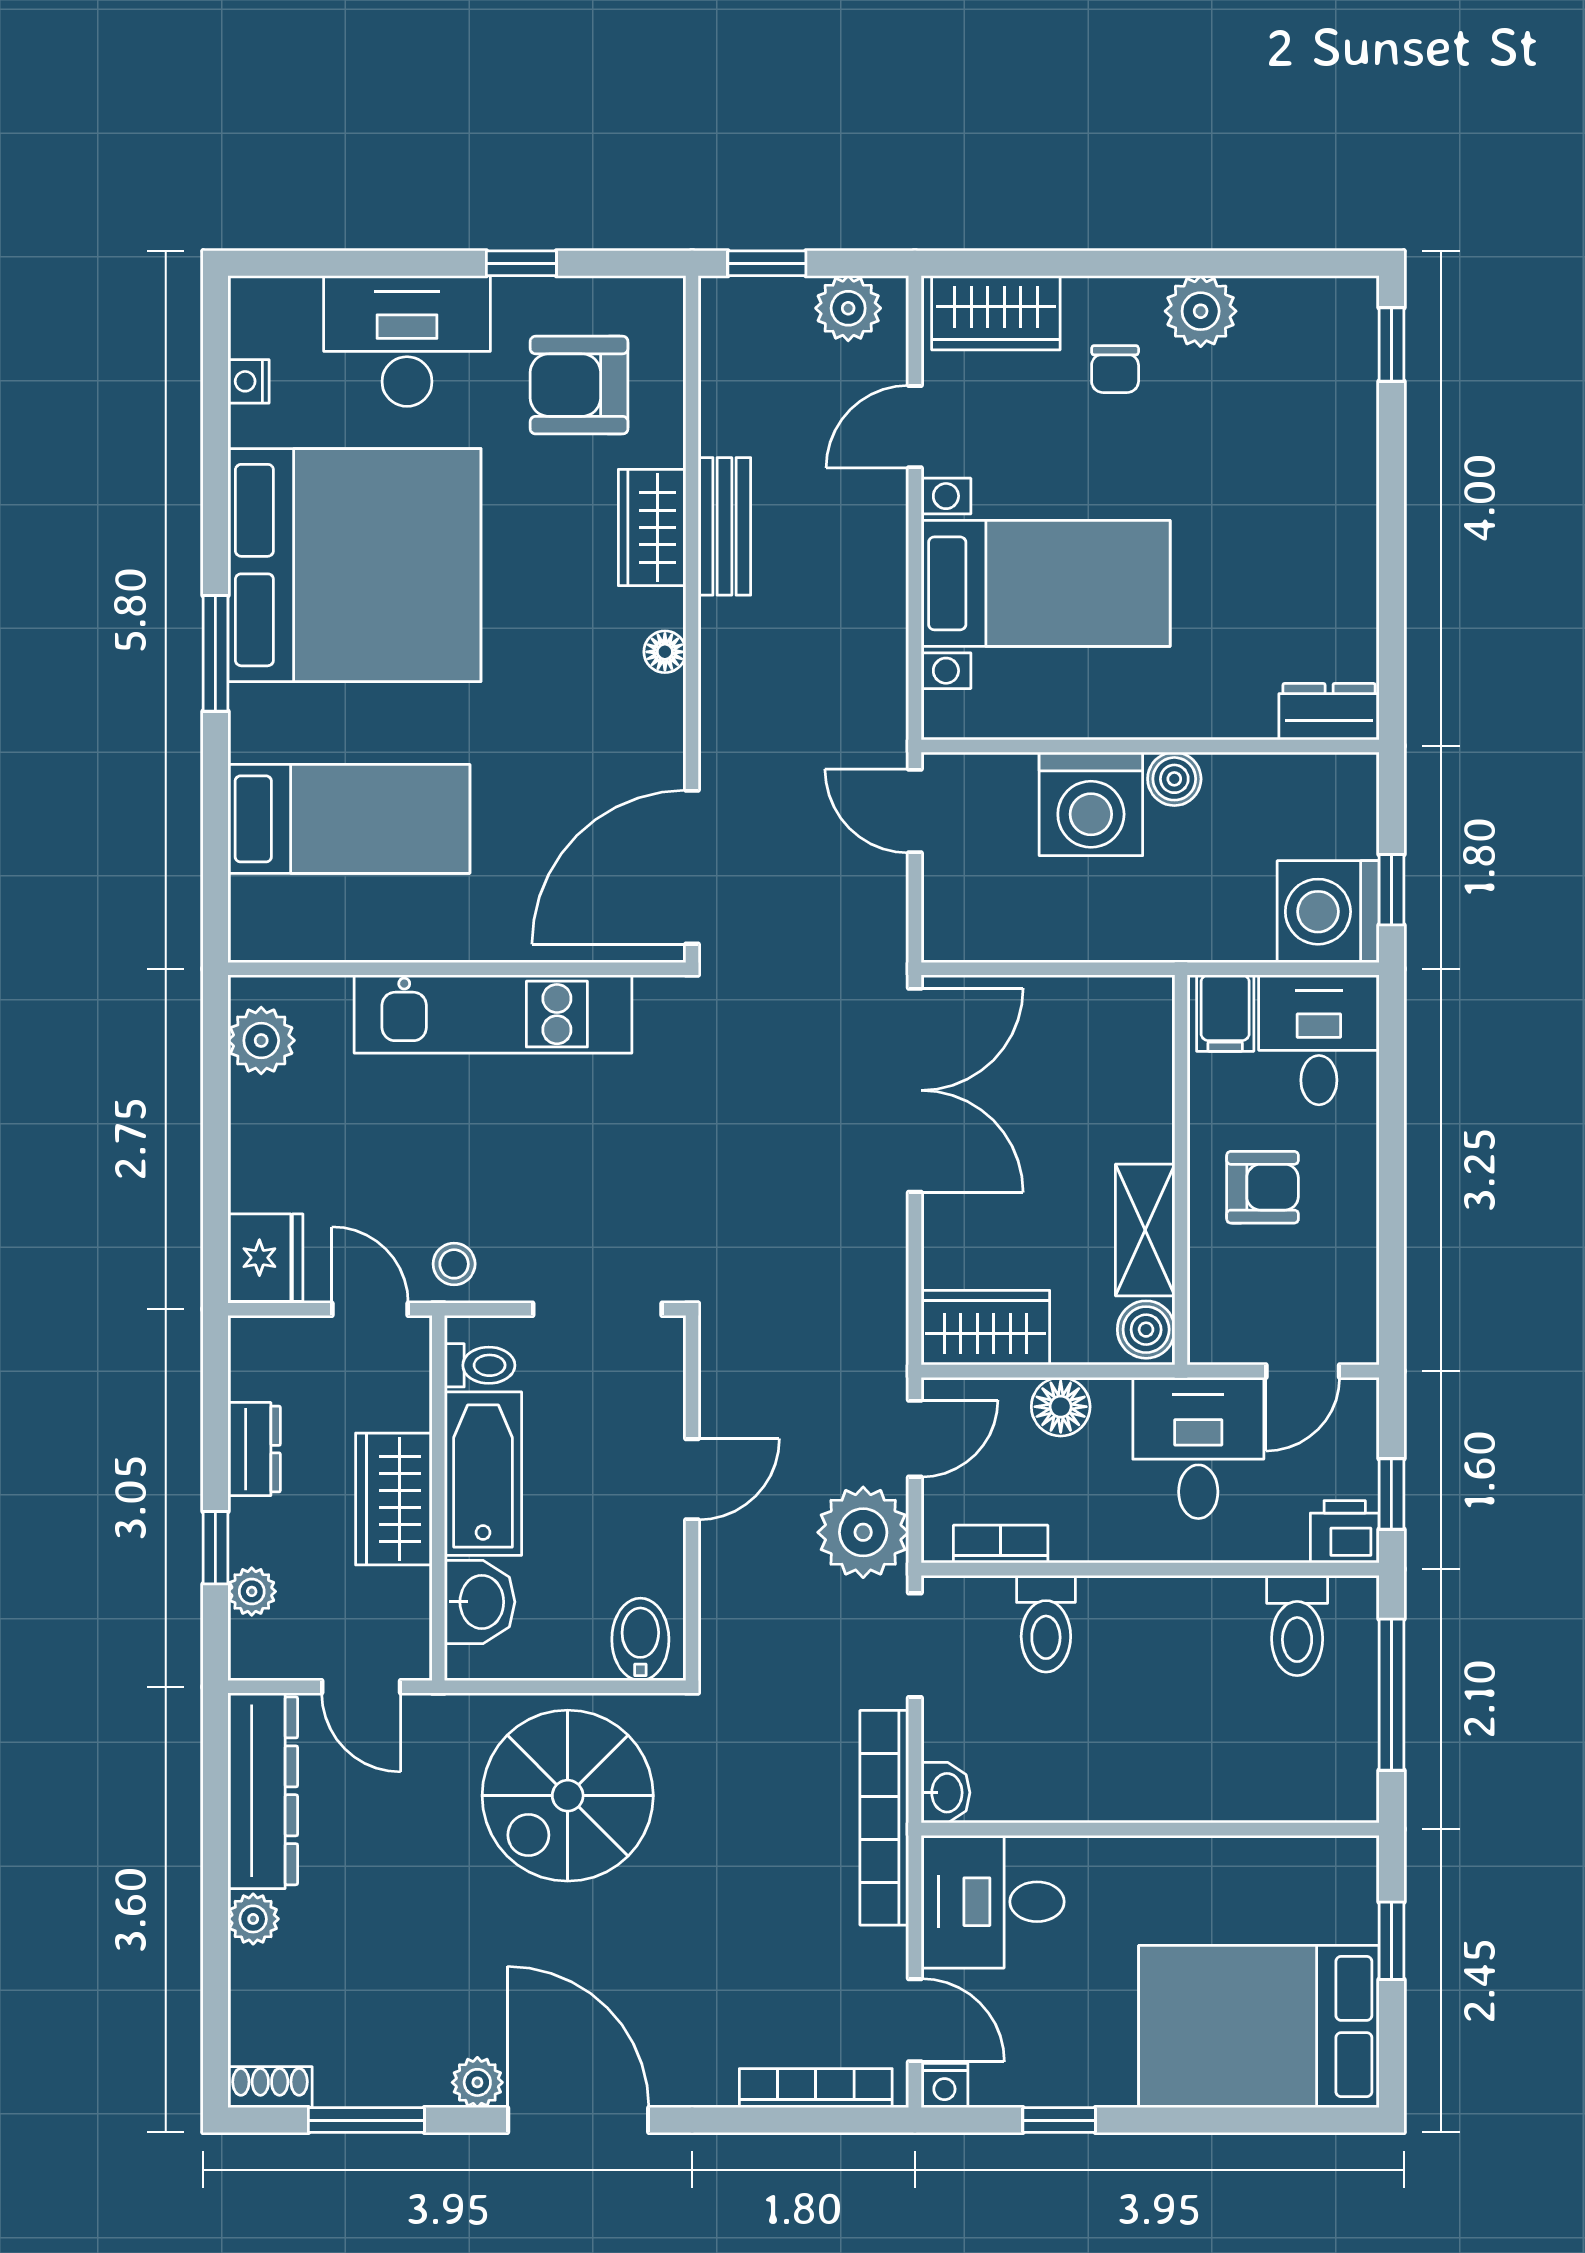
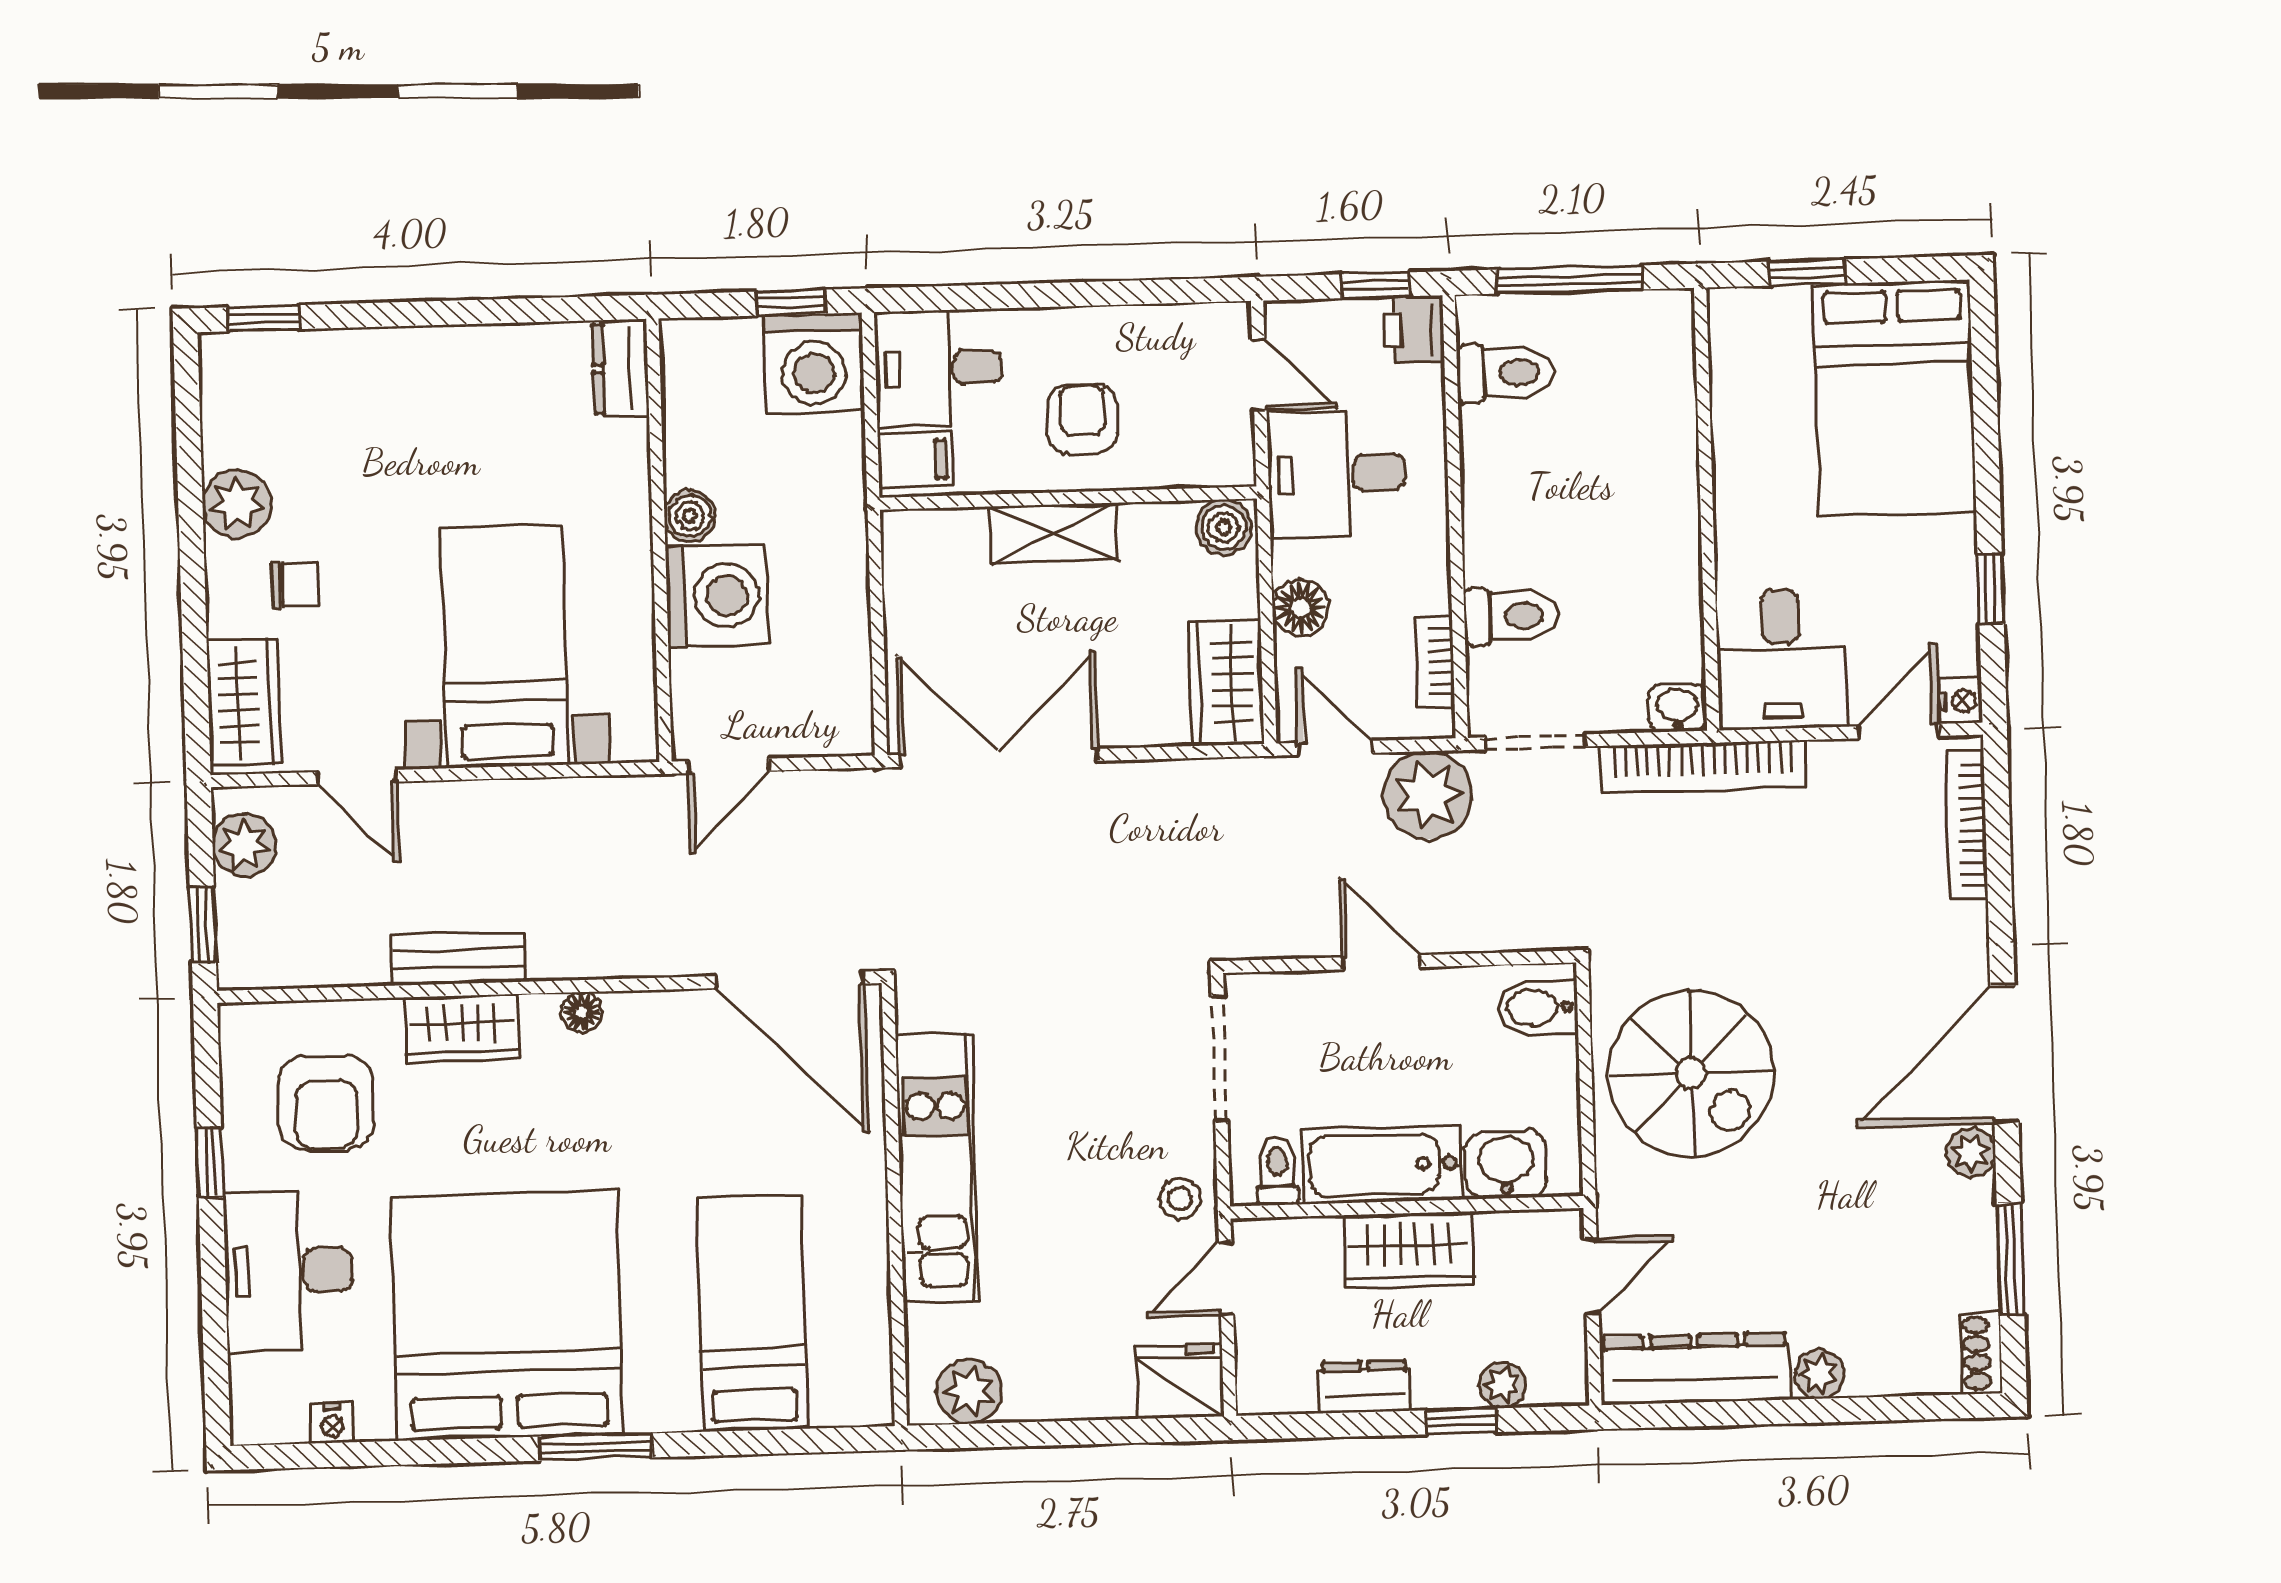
shelving: (1145, 1230) -> (1053, 533), moved

